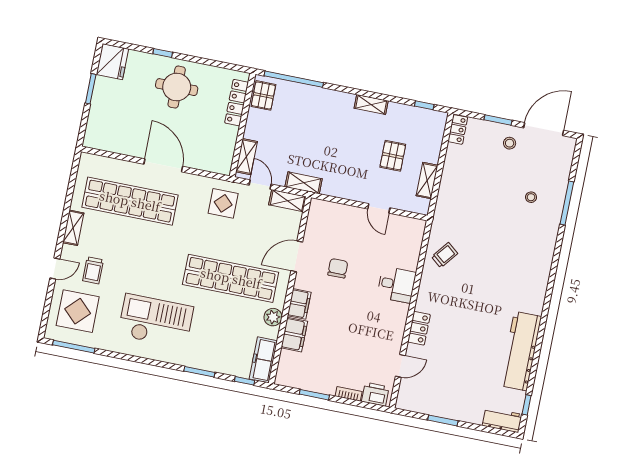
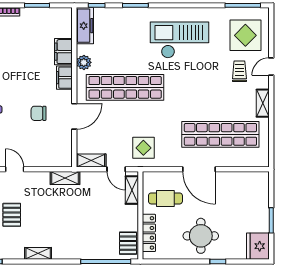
cafe table: (209, 139) -> (165, 198), added
shelving: (304, 183) -> (65, 178), moved
chair: (338, 268) -> (39, 113), turned 90
checkout: (156, 321) -> (180, 40), turned 180

